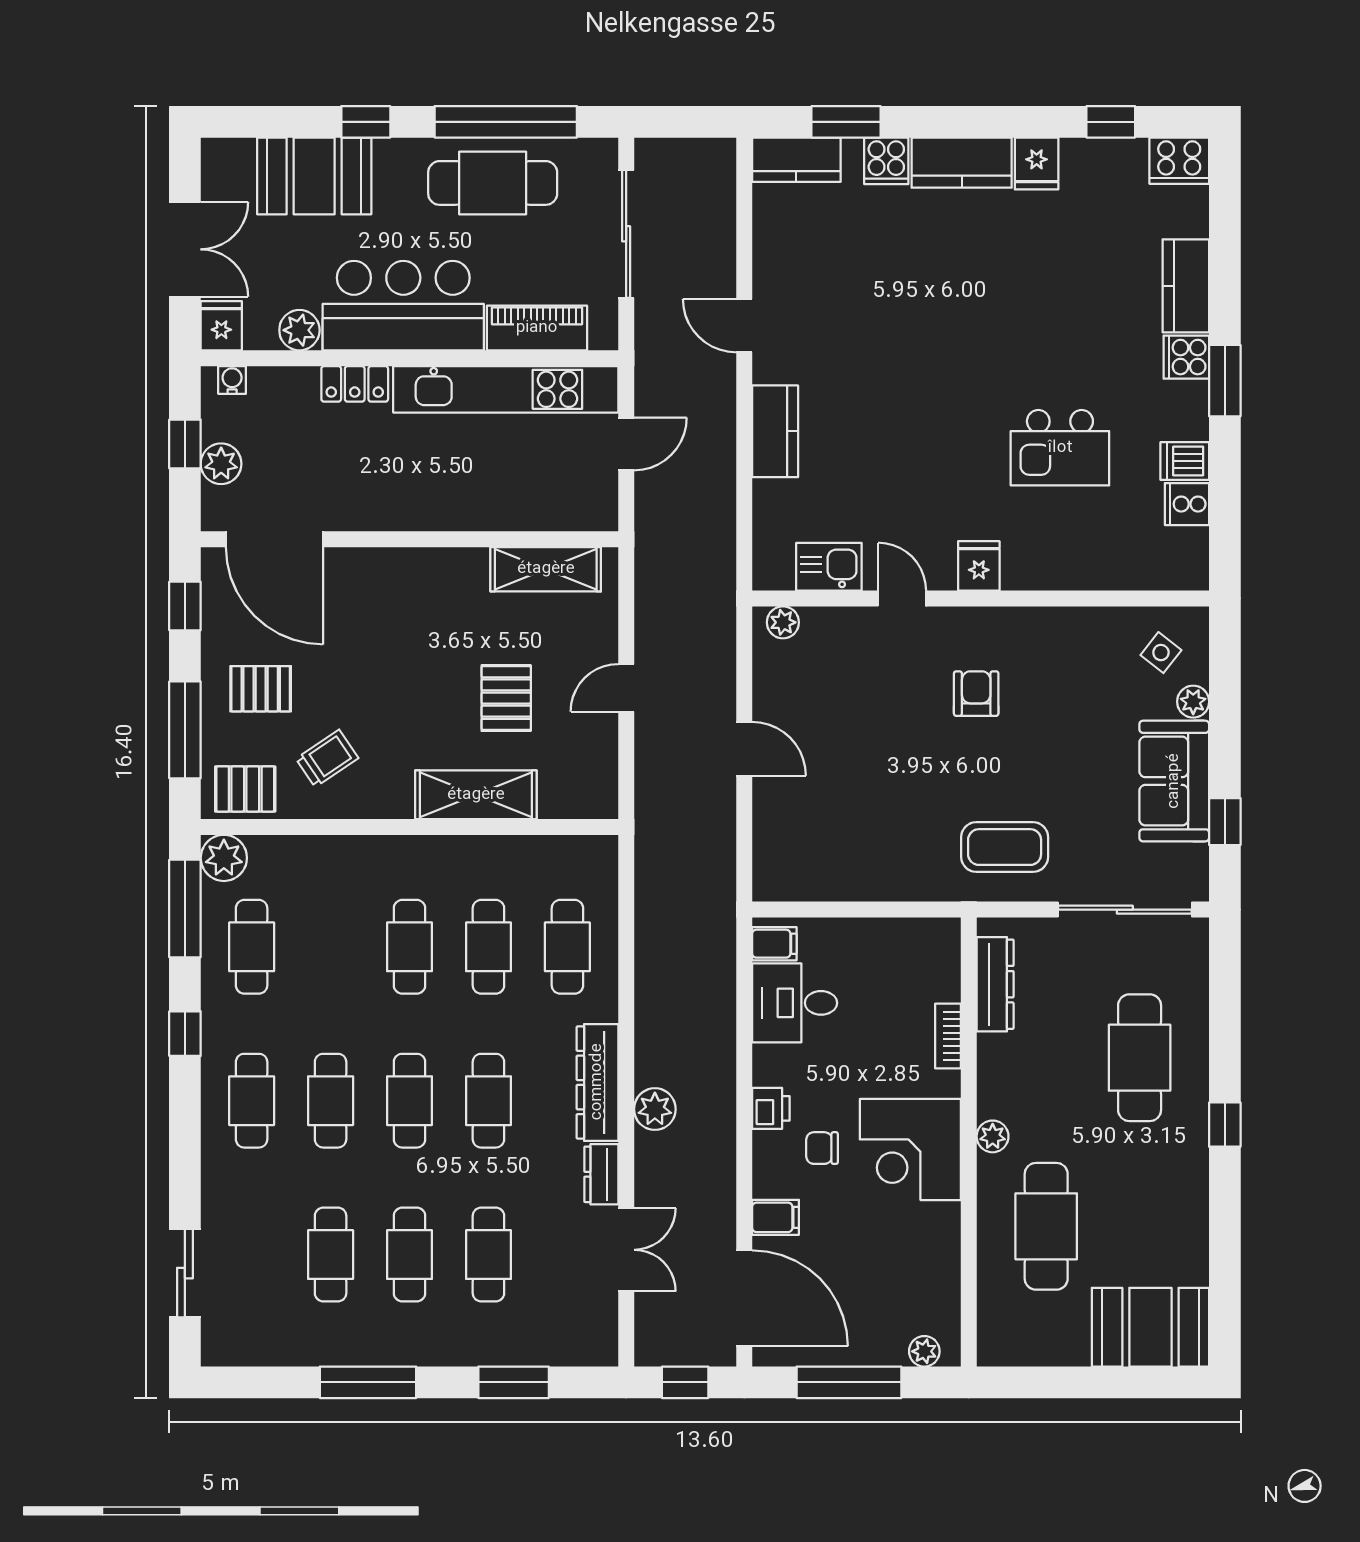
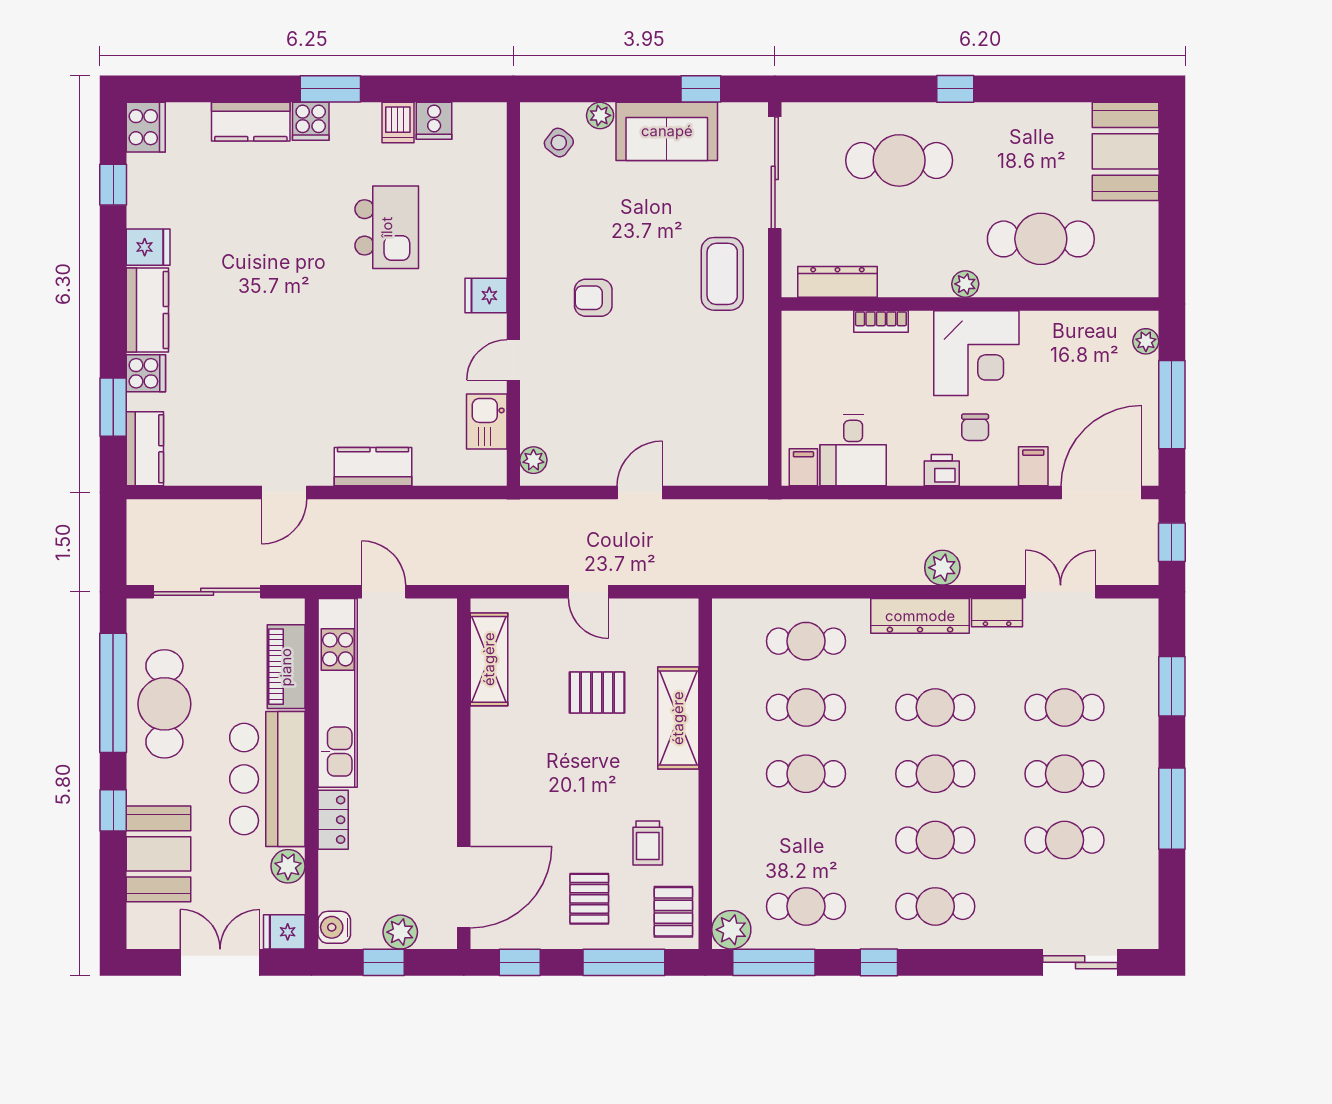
water cooler: (232, 380) -> (334, 927), width x1.38, depth x1.38
trolley: (327, 758) -> (648, 843), turned -146

